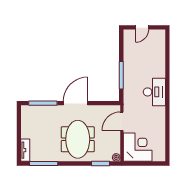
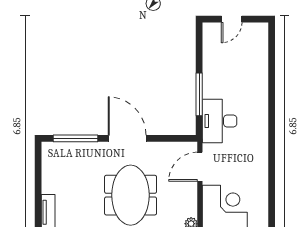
desk: (154, 92) -> (219, 121), moved, turned 180
door: (76, 103) -> (127, 138), hinge flipped

